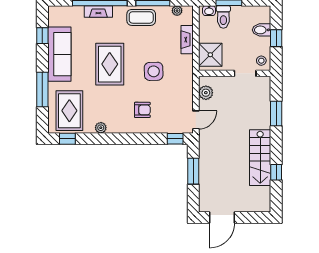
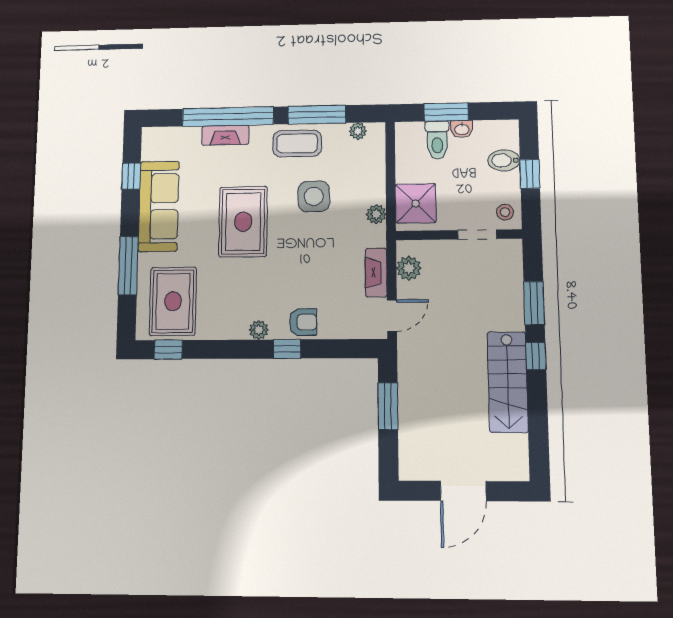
washbasin: (209, 11) -> (462, 129), moved
fireplace: (187, 40) -> (376, 273), moved
plant: (187, 61) -> (376, 214), added
side table: (154, 71) -> (314, 196), moved
armchair: (142, 110) -> (303, 322), moved
plant: (101, 128) -> (259, 330), moved
window: (175, 139) -> (287, 349), moved
window: (276, 172) -> (536, 356), moved
door: (222, 218) -> (463, 491), moved

